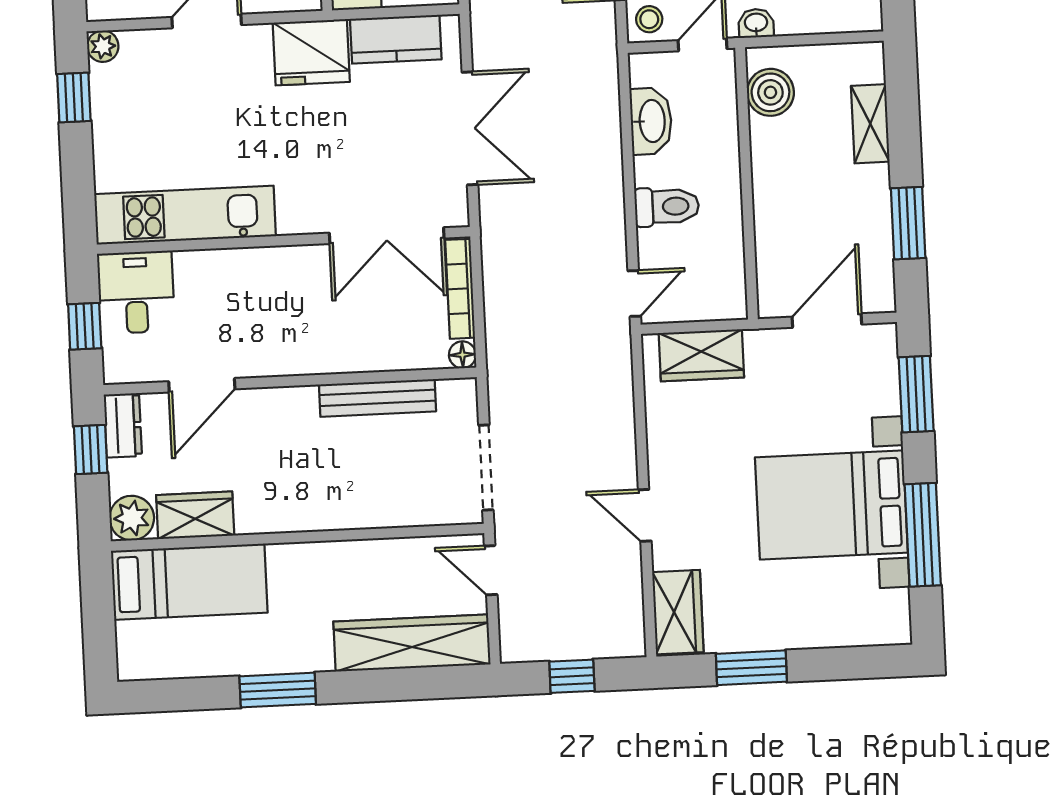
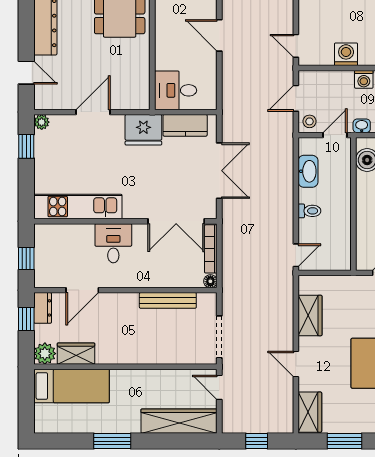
toilet: (667, 207) -> (309, 211), width x0.73, depth x0.72
desk: (136, 292) -> (113, 243), moved
wardrobe: (701, 355) -> (310, 315), moved, turned -90

